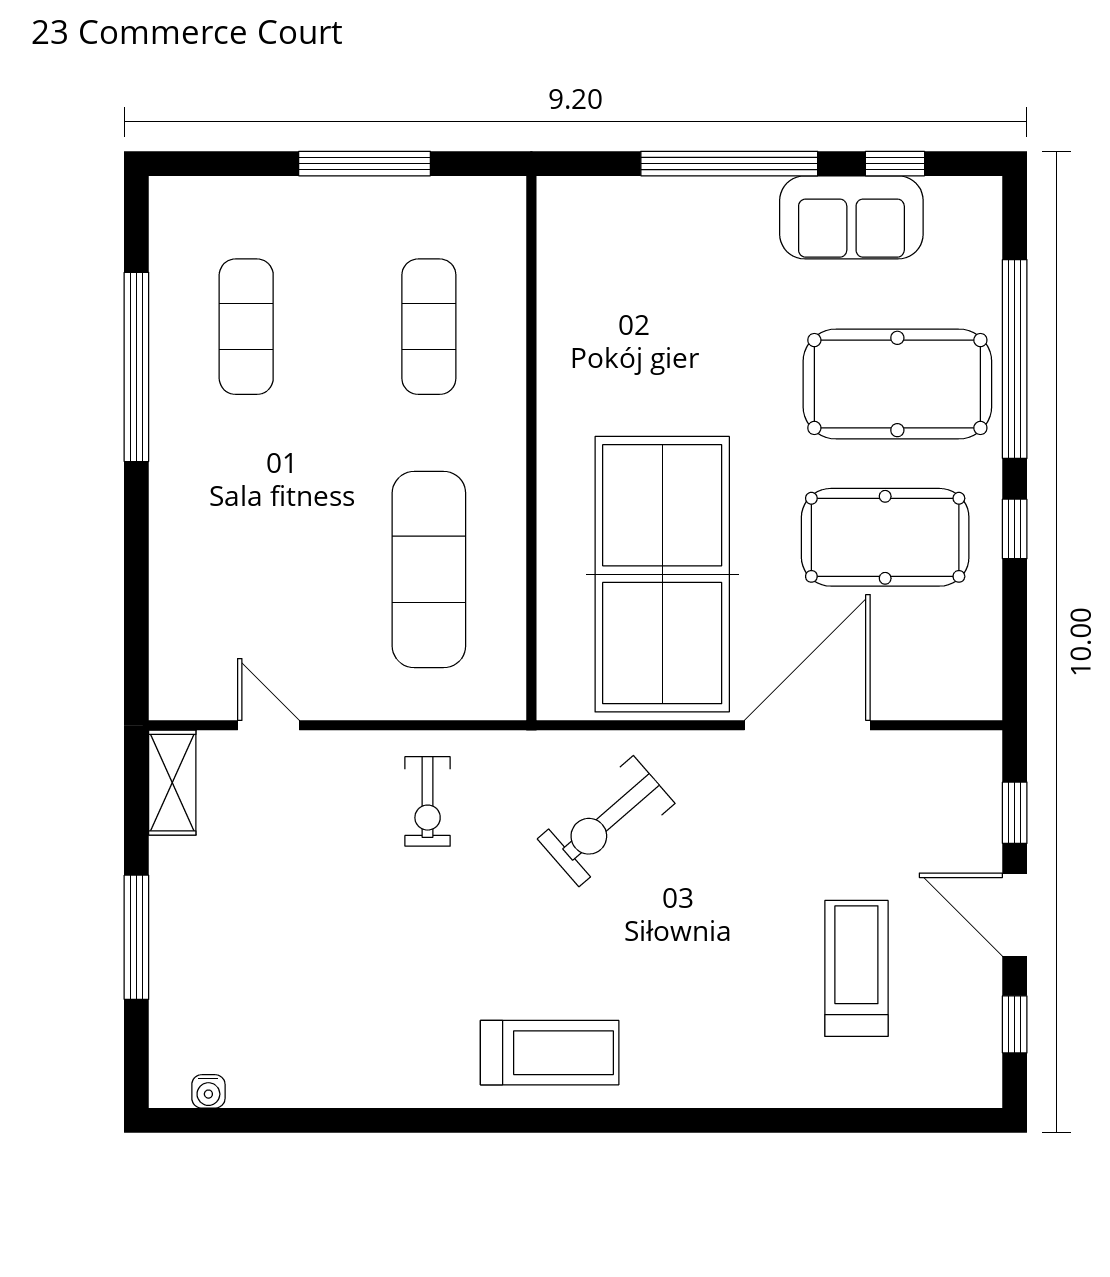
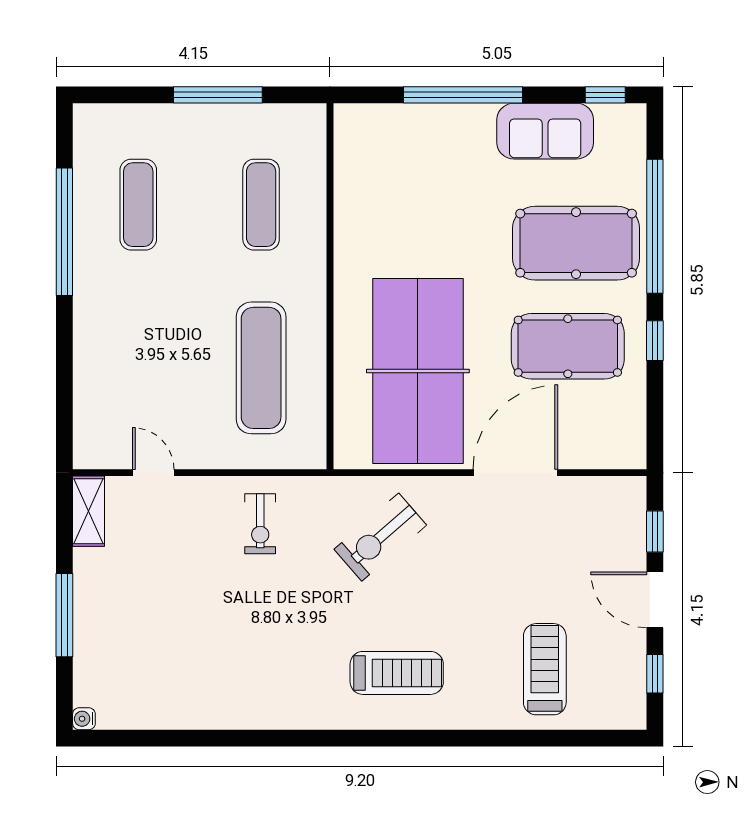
window: (895, 164) -> (605, 95), moved
treadmill: (856, 968) -> (545, 669), moved
treadmill: (550, 1053) -> (397, 673), moved
water cooler: (208, 1091) -> (84, 719), moved, turned 90

